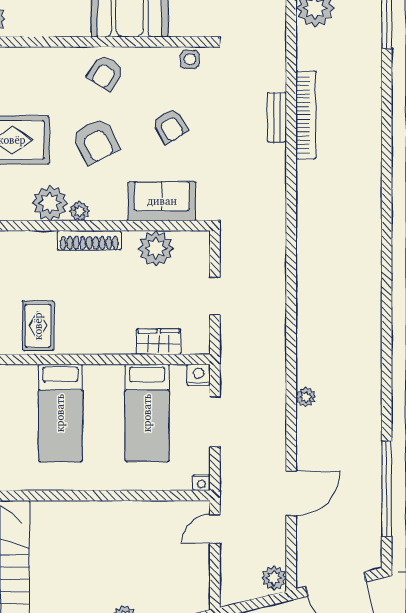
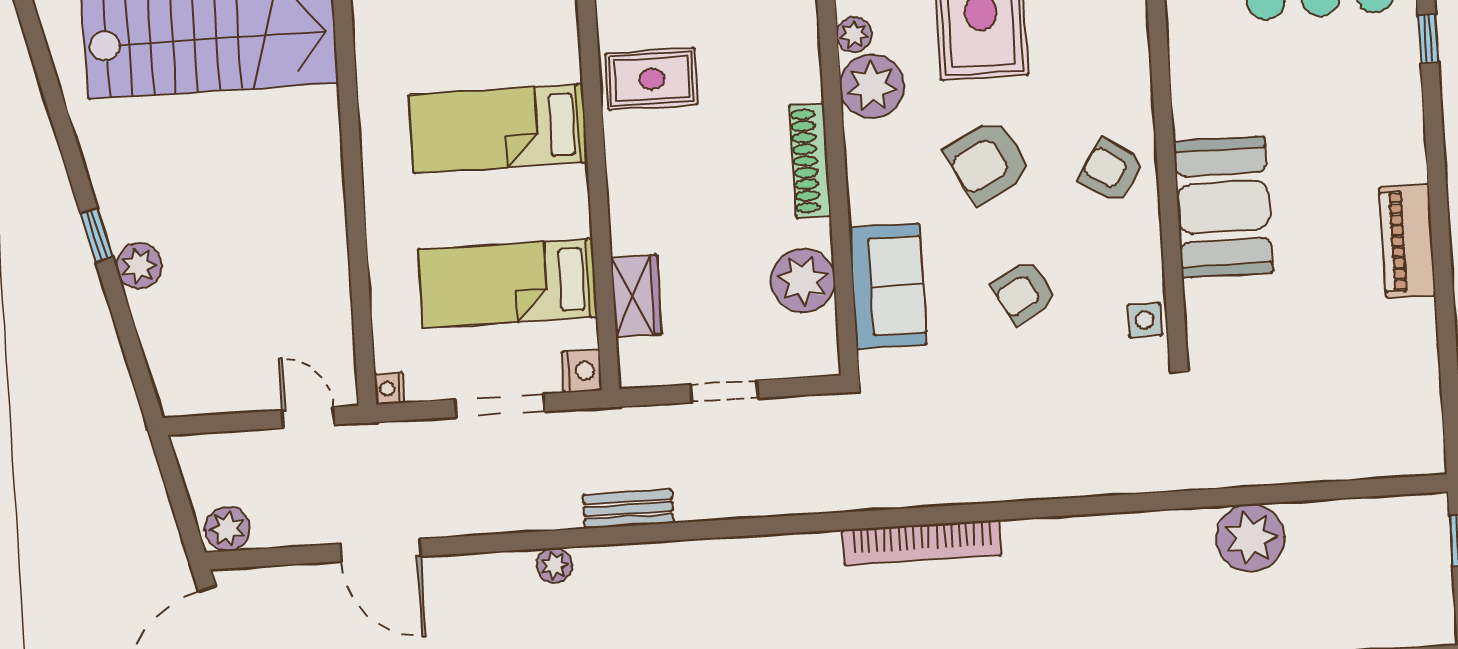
bookcase: (306, 115) -> (922, 542), moved
bench: (277, 117) -> (628, 509), moved
plant: (80, 211) -> (854, 35), moved

